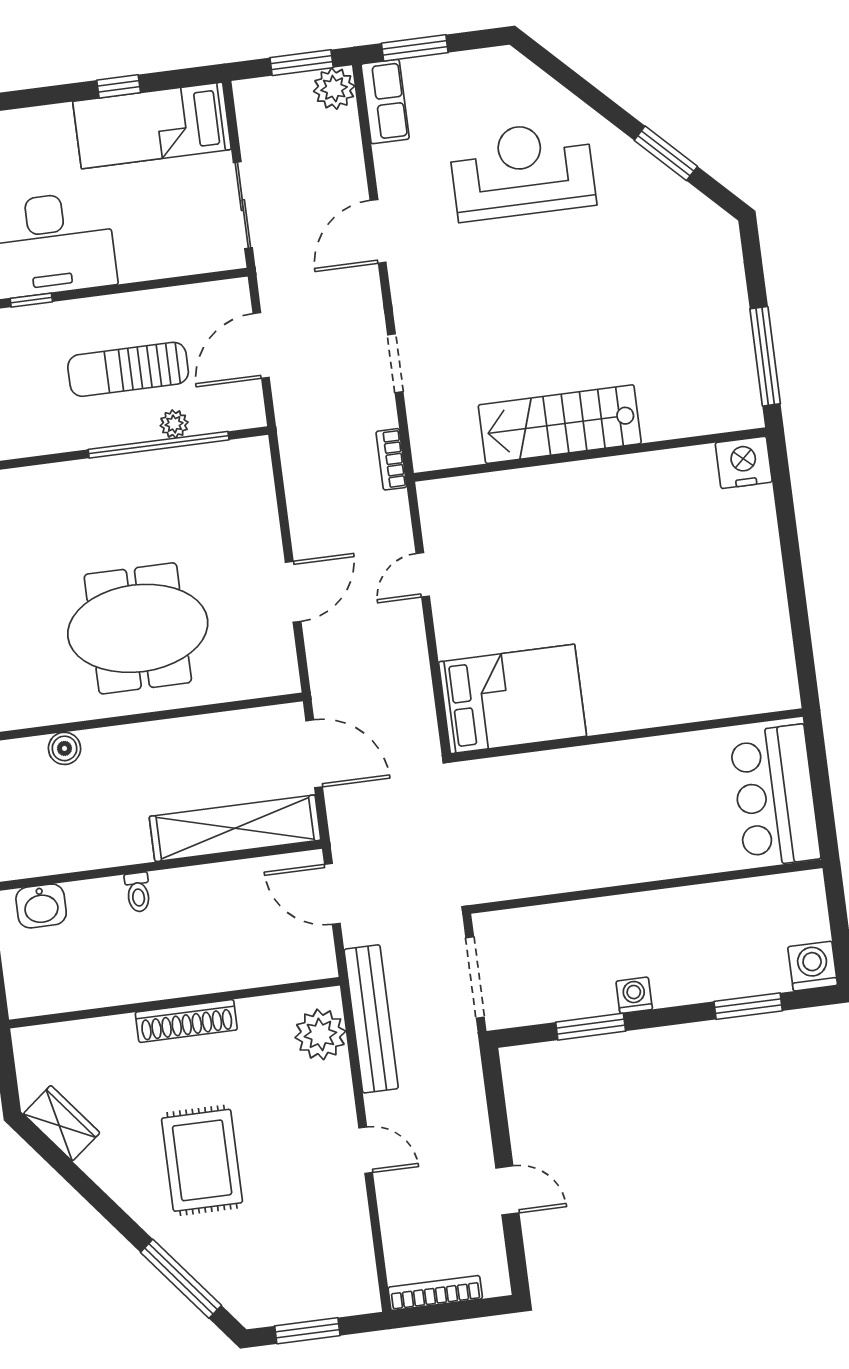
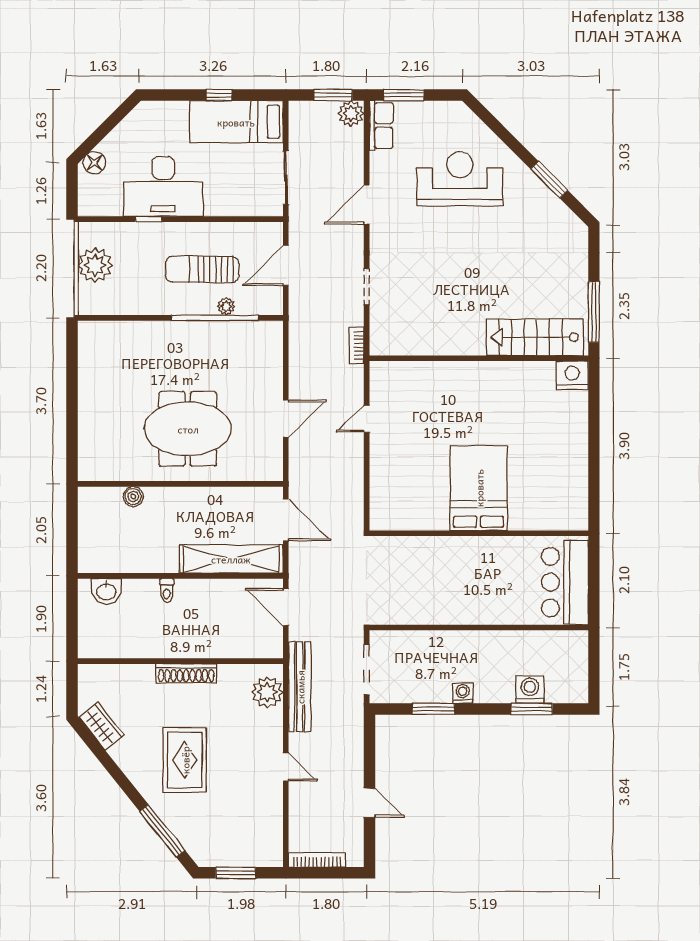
stairs: (560, 424) -> (535, 337), moved
bed: (512, 699) -> (479, 488), moved, turned -90
washing machine: (813, 966) -> (530, 690), moved

